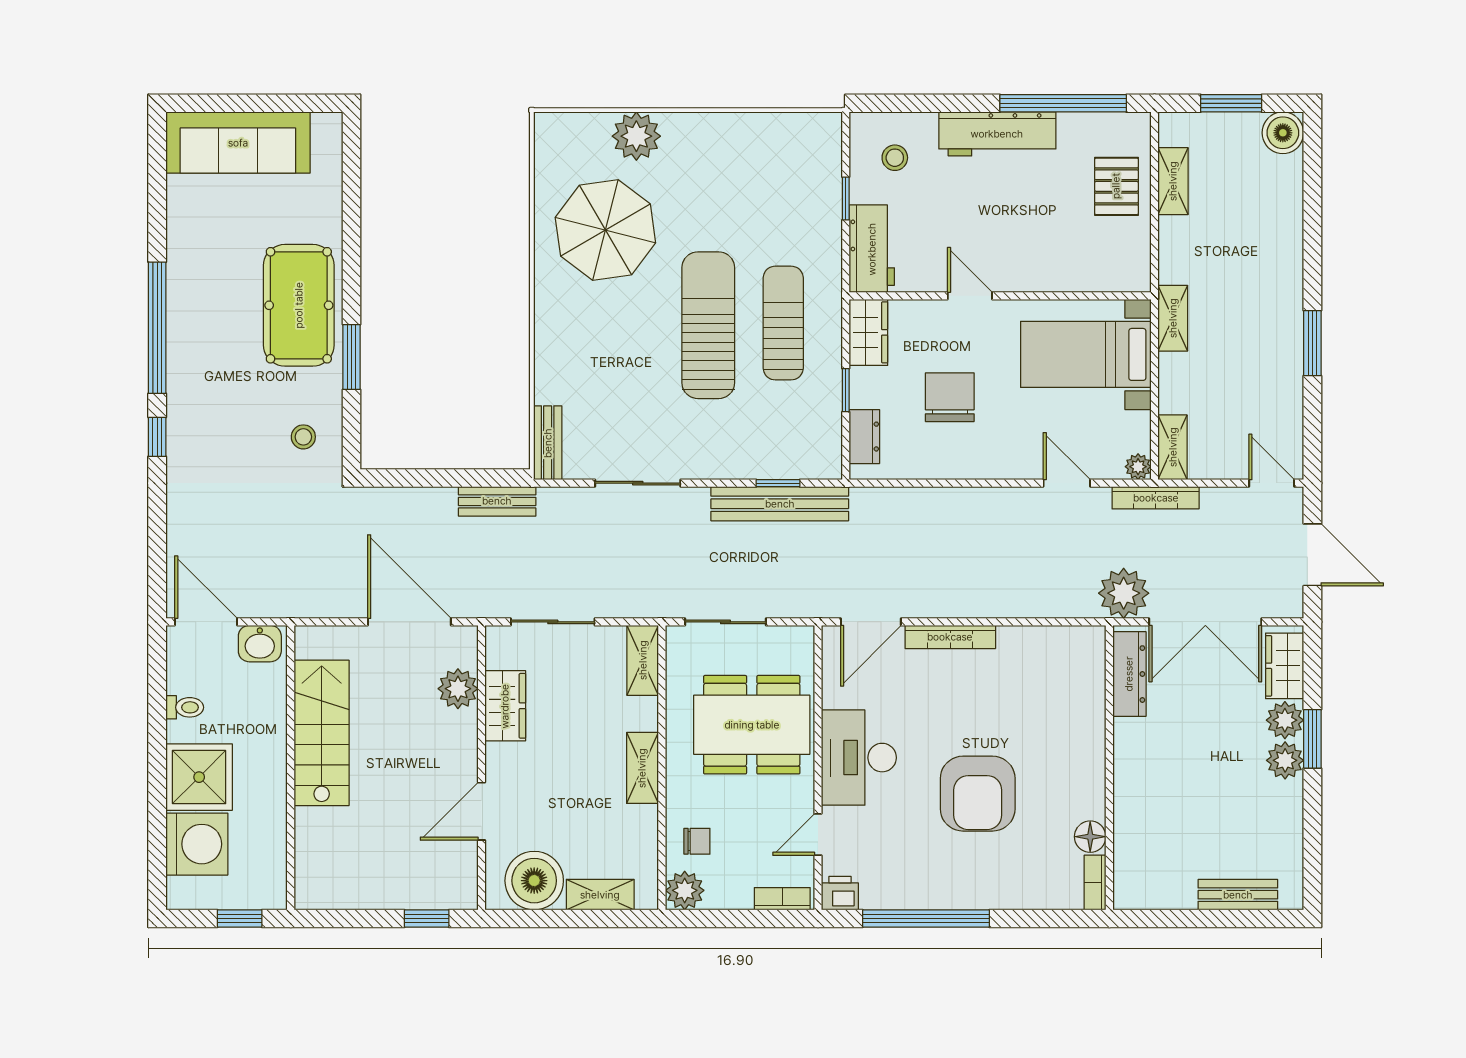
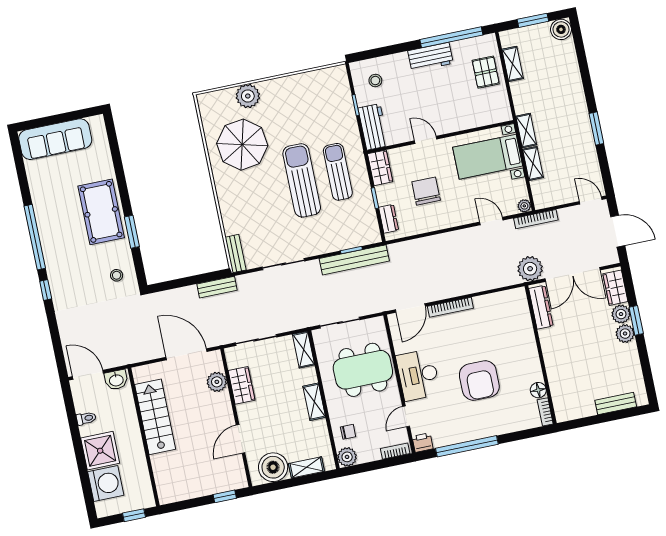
workbench: (997, 134) -> (430, 57), width x0.73
shelving: (1173, 447) -> (533, 163), moved

